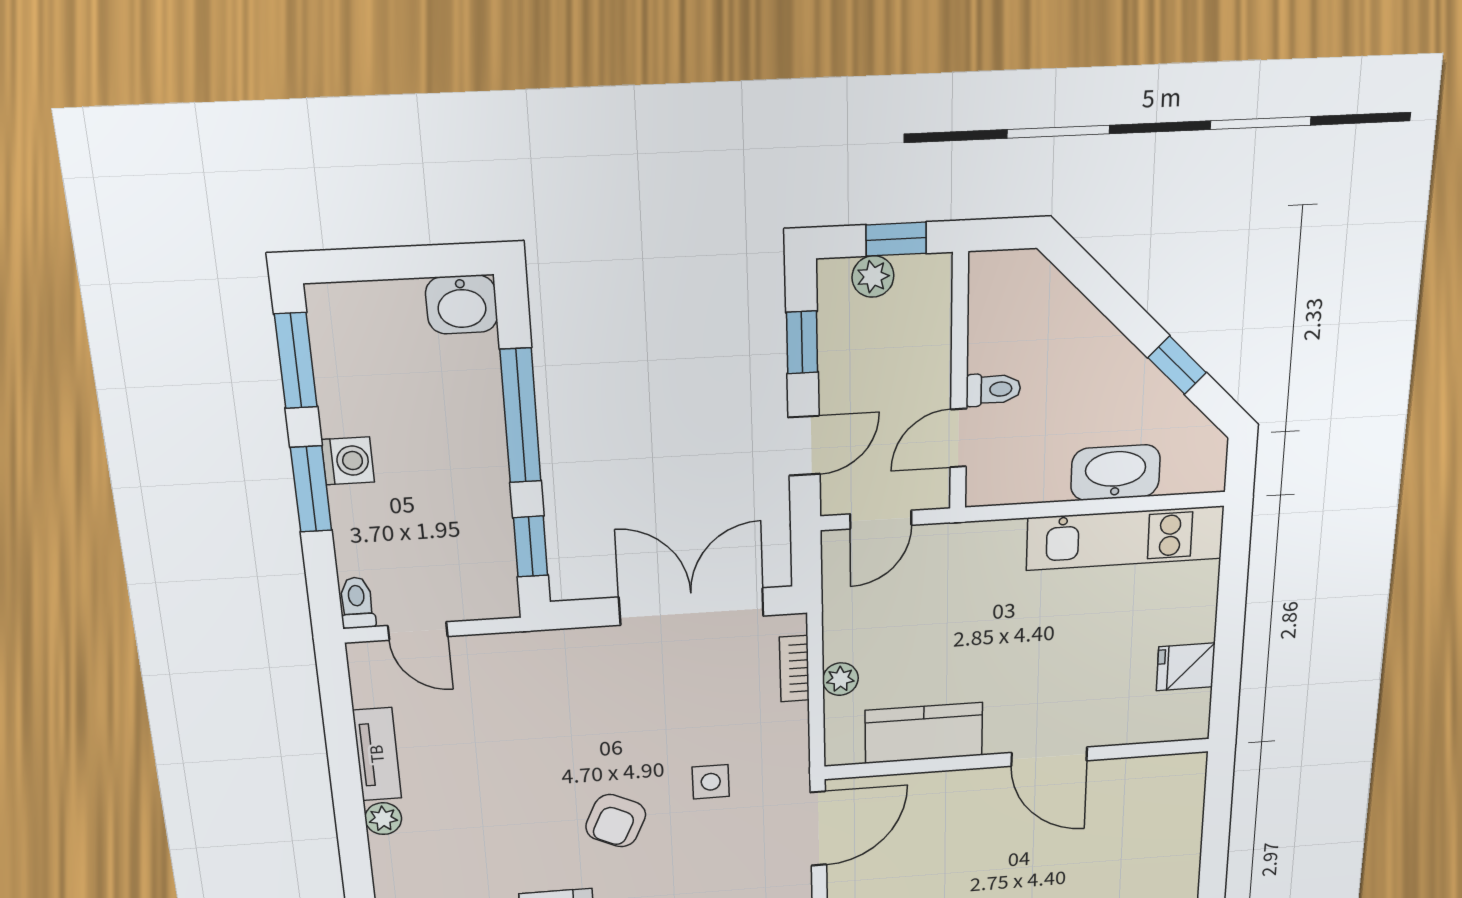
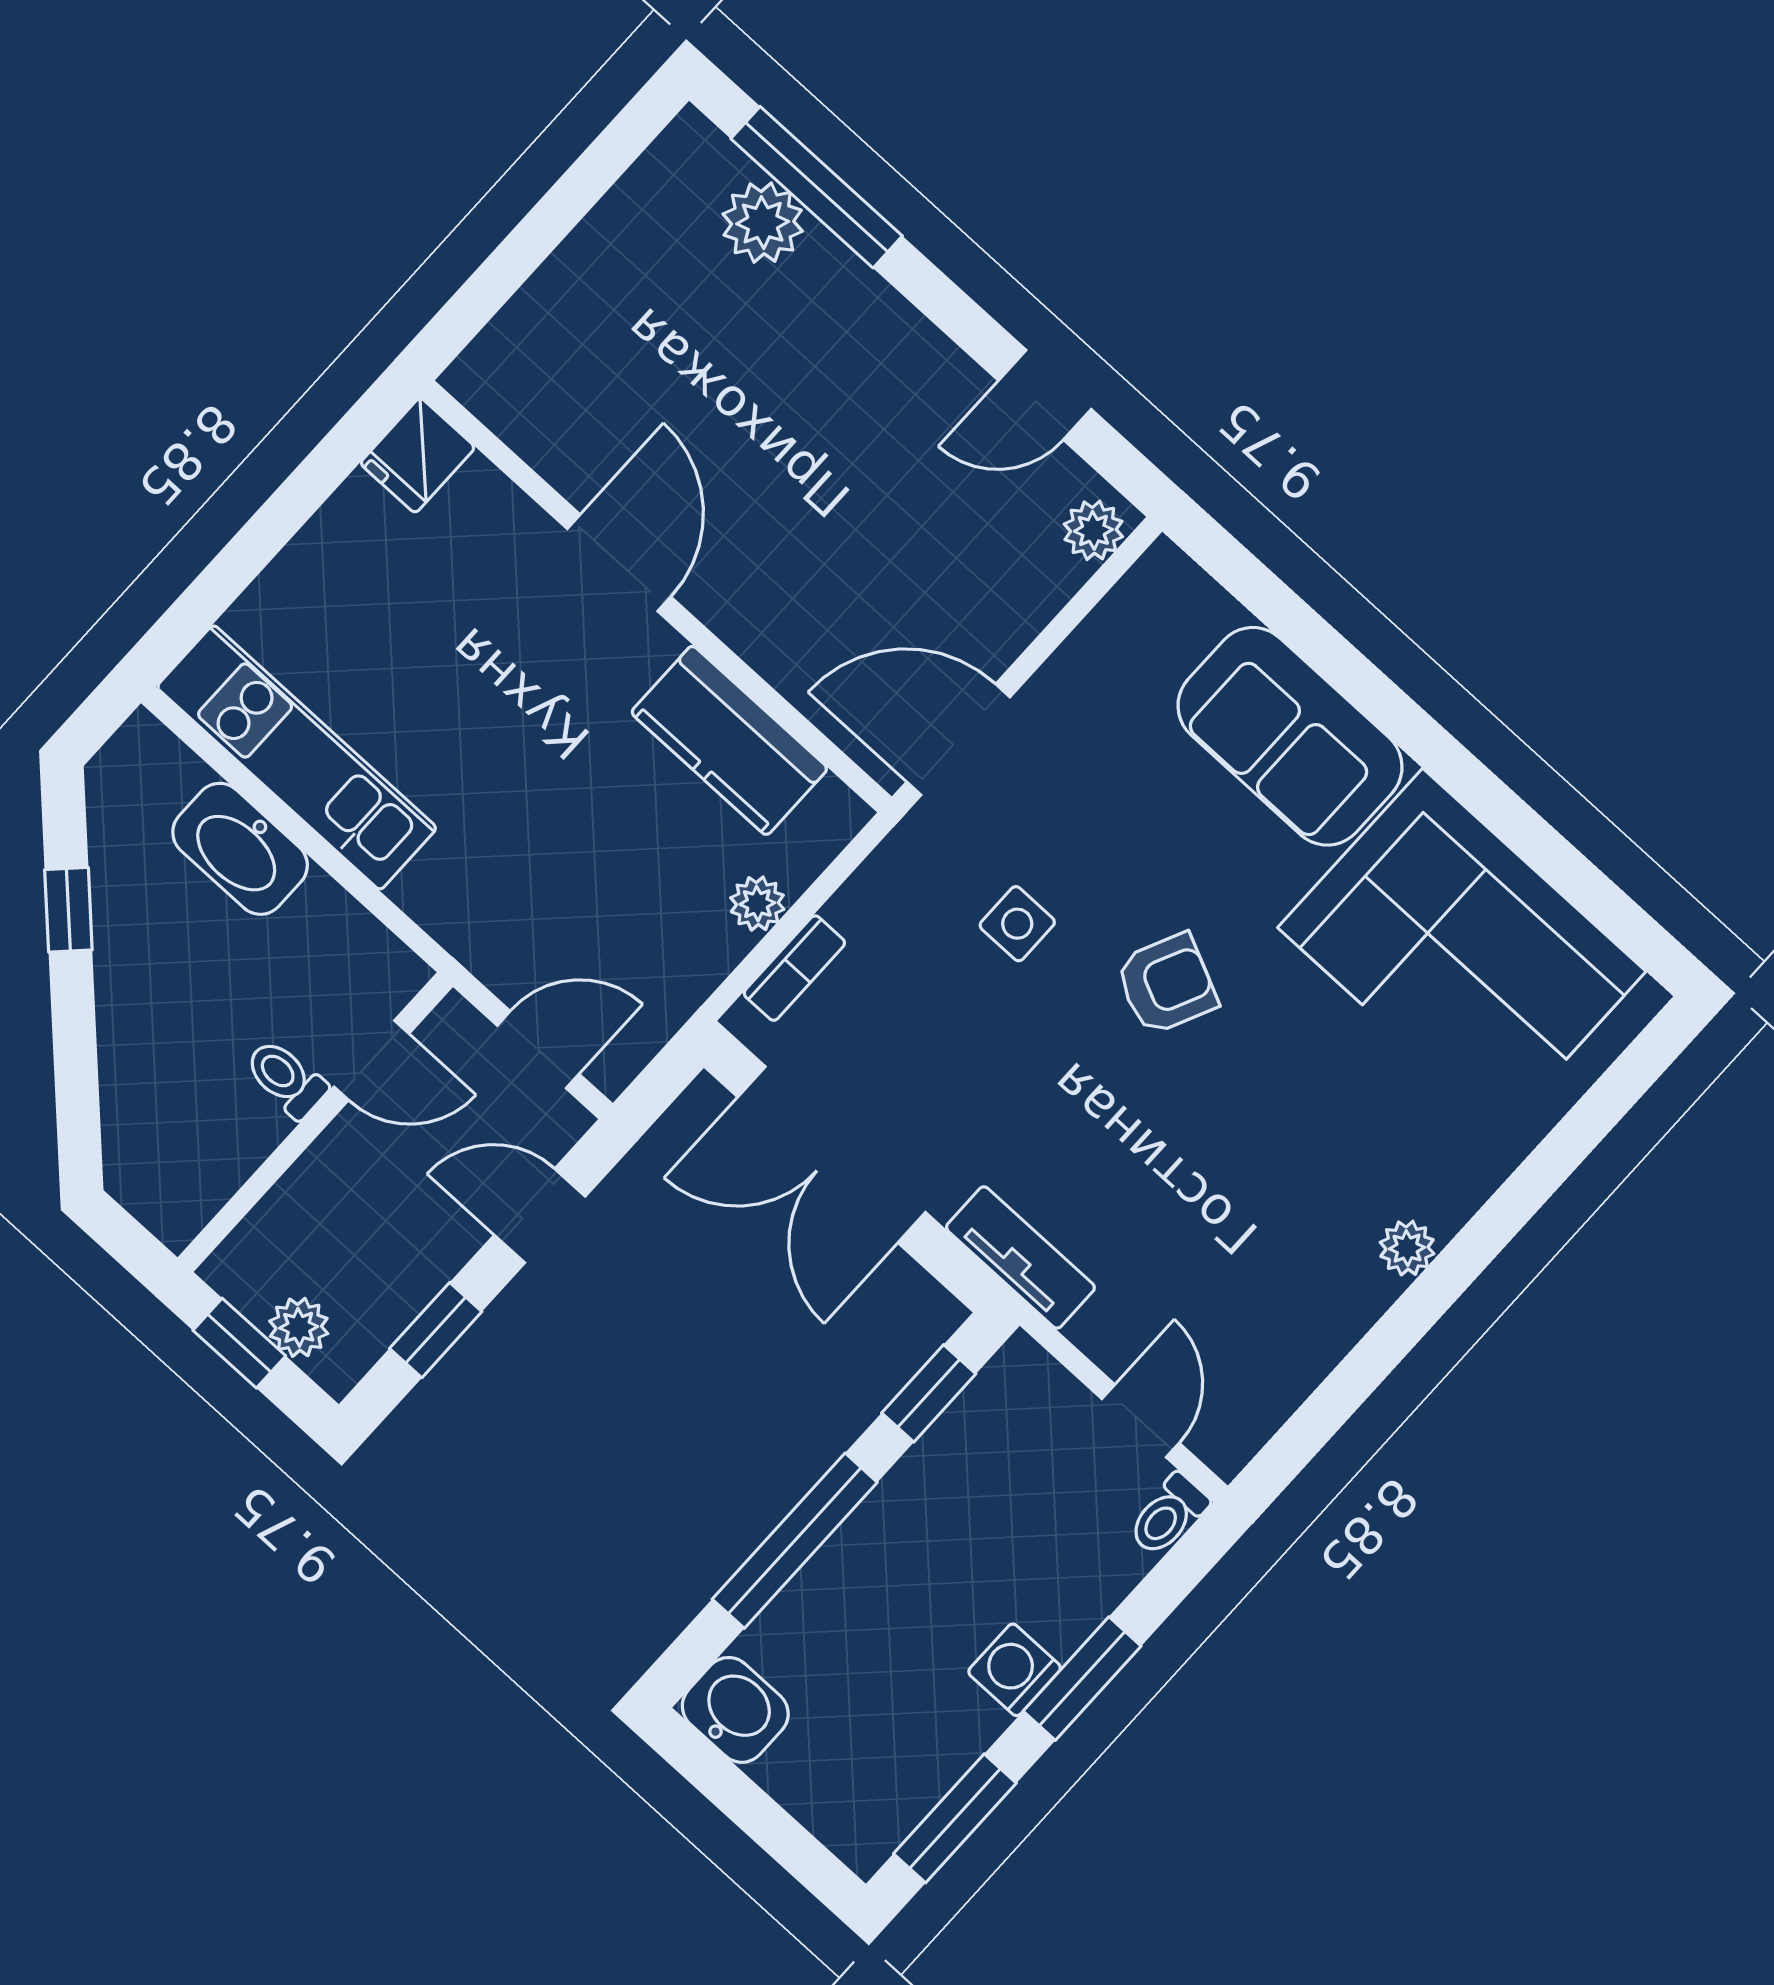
fridge: (1186, 667) -> (418, 455), moved, turned 90
tv unit: (377, 754) -> (1020, 1257), moved, turned 90

